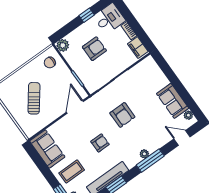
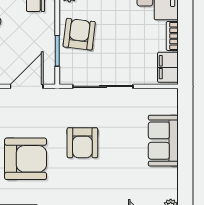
armchair: (94, 49) -> (79, 34), moved, turned -83
sofa: (173, 101) -> (163, 141), moved
armchair: (100, 143) -> (26, 159), width x1.88, depth x1.88

